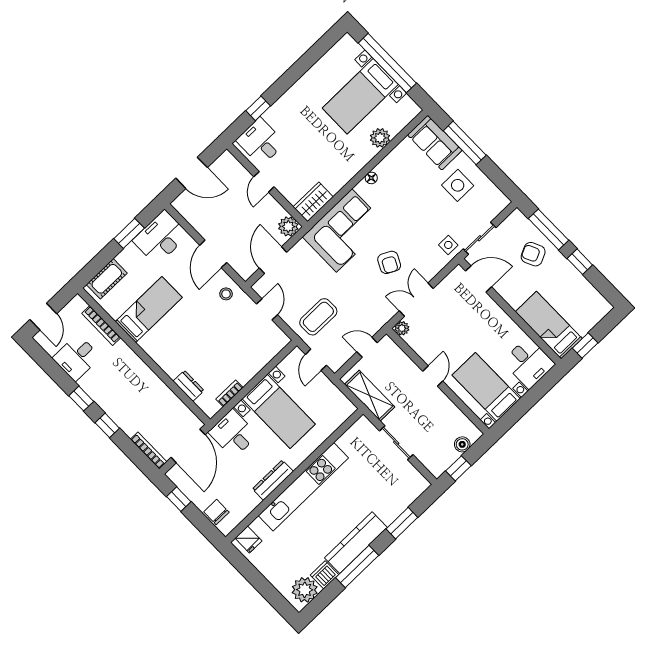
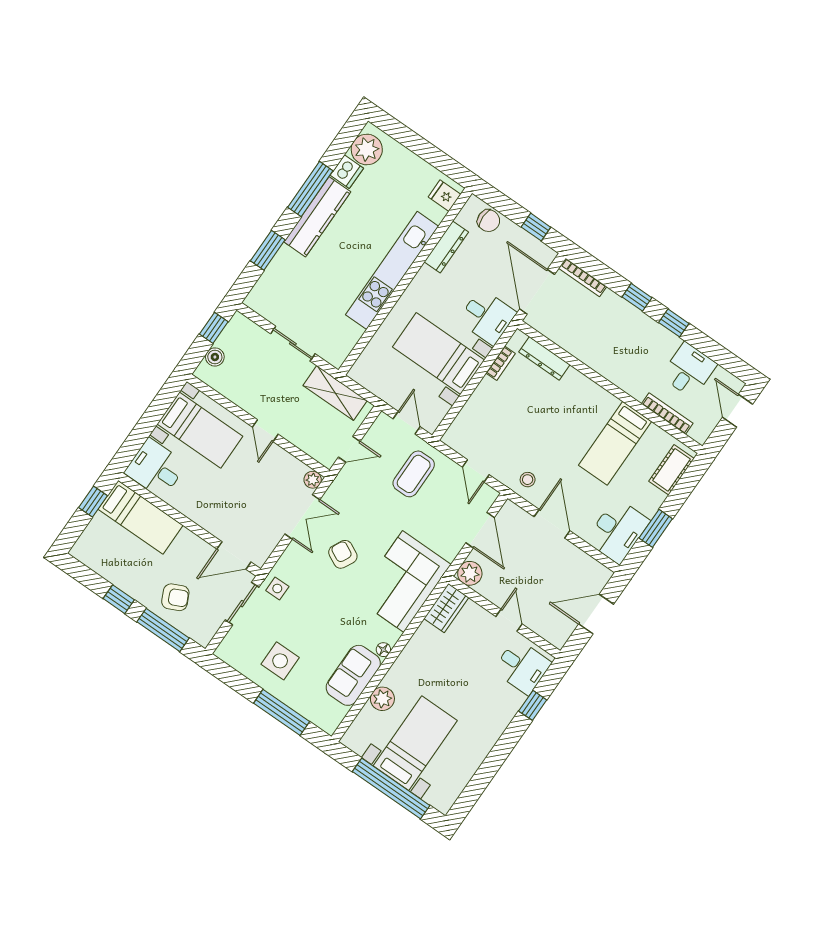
sofa: (435, 143) -> (353, 675), moved, turned -90
dresser: (189, 386) -> (544, 358), width x1.44
dresser: (273, 480) -> (446, 247), moved

